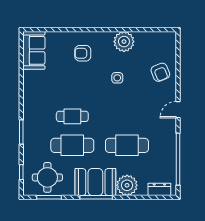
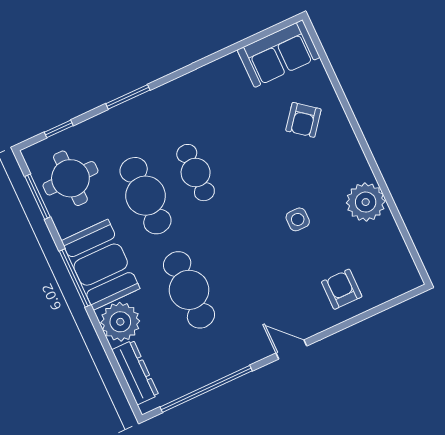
armchair: (83, 53) -> (303, 120), moved, turned -142
armchair: (160, 72) -> (342, 289), turned 112
dresser: (159, 189) -> (135, 372), width x1.44

